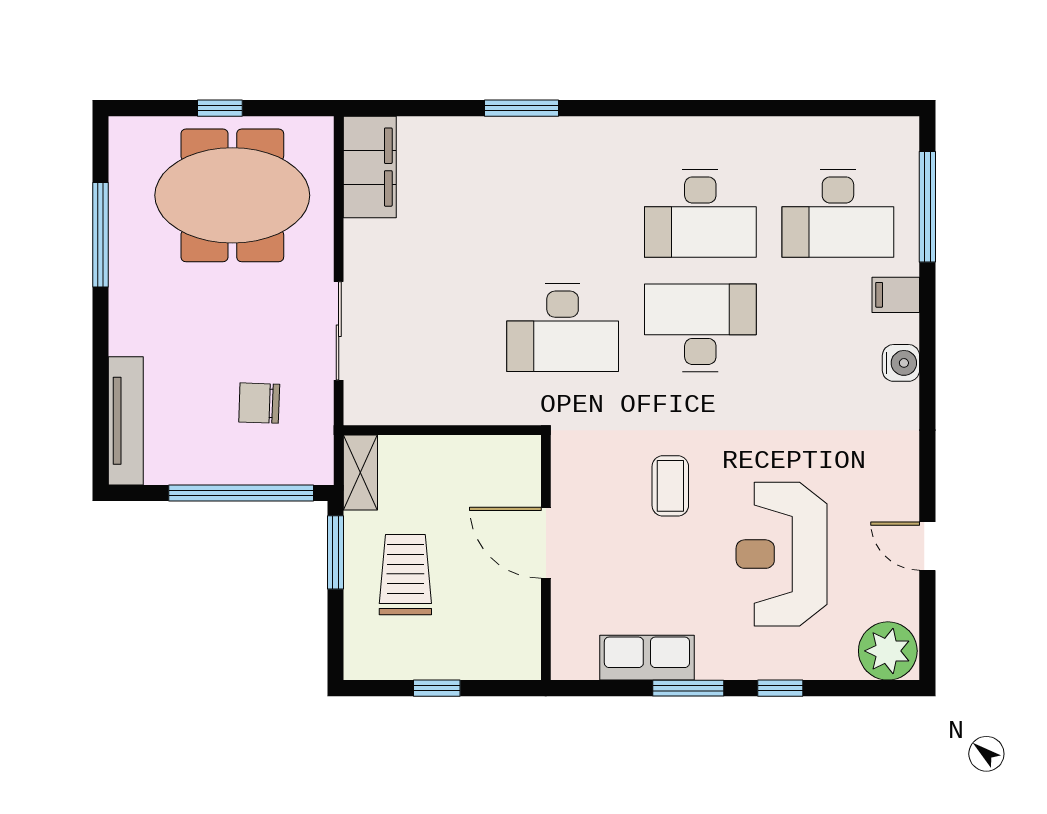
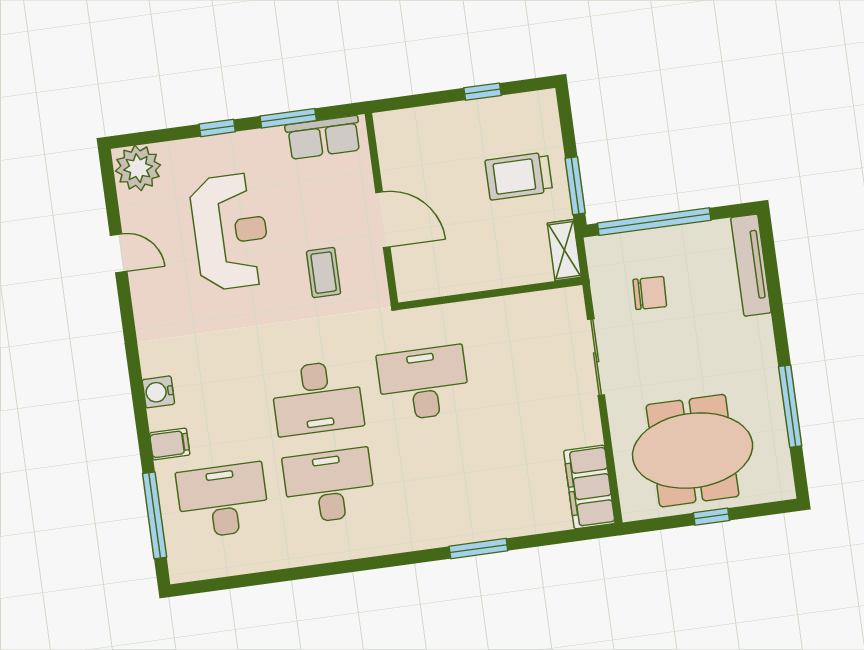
door: (546, 543) -> (383, 220), moved
wall: (546, 558) -> (381, 208), moved
trolley: (405, 575) -> (519, 176), turned 90

